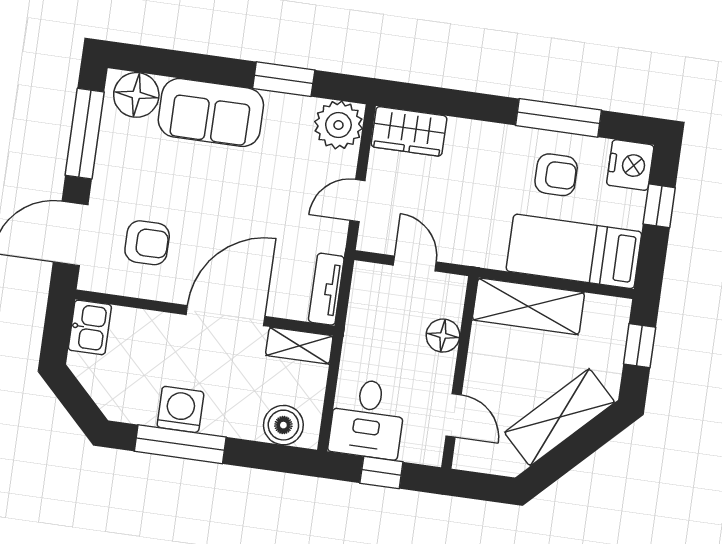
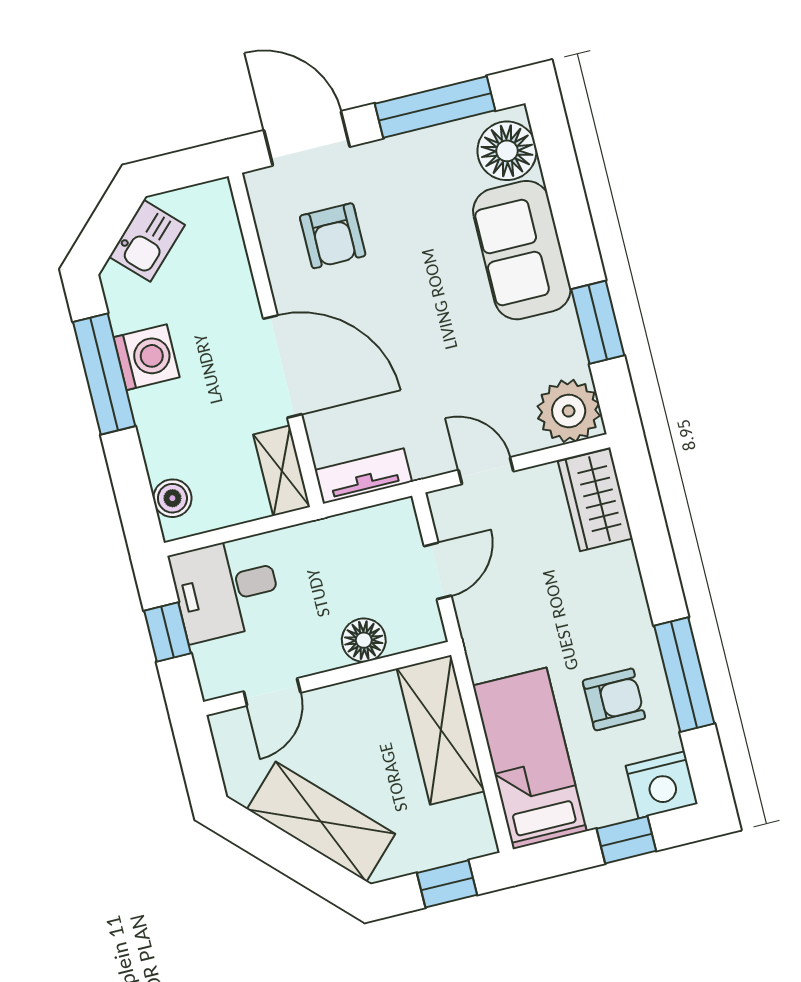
armchair: (556, 175) -> (614, 699), turned -90
kitchen sink: (90, 327) -> (147, 241), moved, turned -45
boiler: (283, 425) -> (172, 498), width x0.73, depth x0.73

